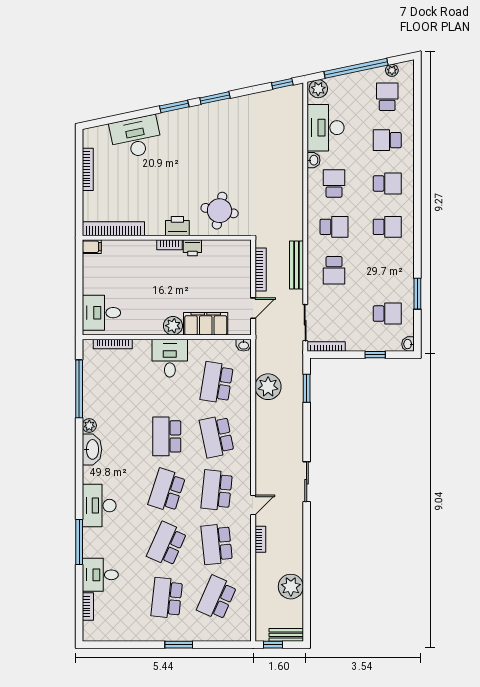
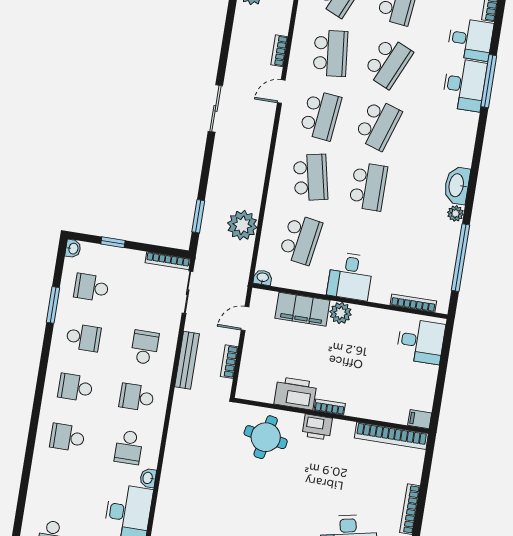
school desk: (387, 140) -> (83, 337), moved
printer: (192, 248) -> (295, 393), width x1.87, depth x1.48
bookcase: (261, 270) -> (229, 362), width x0.64
desk: (99, 506) -> (464, 85), moved

